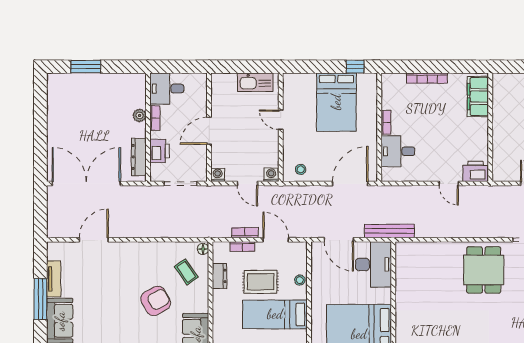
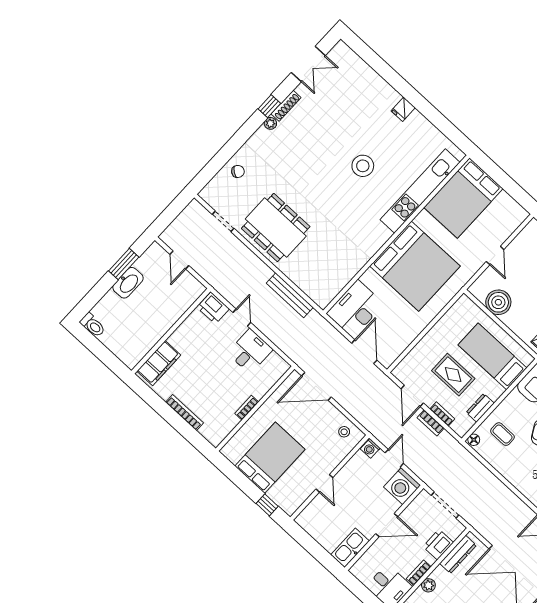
window: (355, 67) -> (267, 505), moved
kitchen sink: (255, 82) -> (350, 548), moved, turned -90
desk: (398, 151) -> (250, 351), moved, turned -90
washing machine: (218, 175) -> (402, 486), width x1.89, depth x1.89
bench: (389, 231) -> (290, 295), moved
dining table: (484, 270) -> (276, 228), width x1.38
coffee table: (186, 272) -> (502, 434), turned -55
stool: (300, 280) -> (422, 348), removed
bed: (275, 314) -> (492, 356), moved, turned 180

